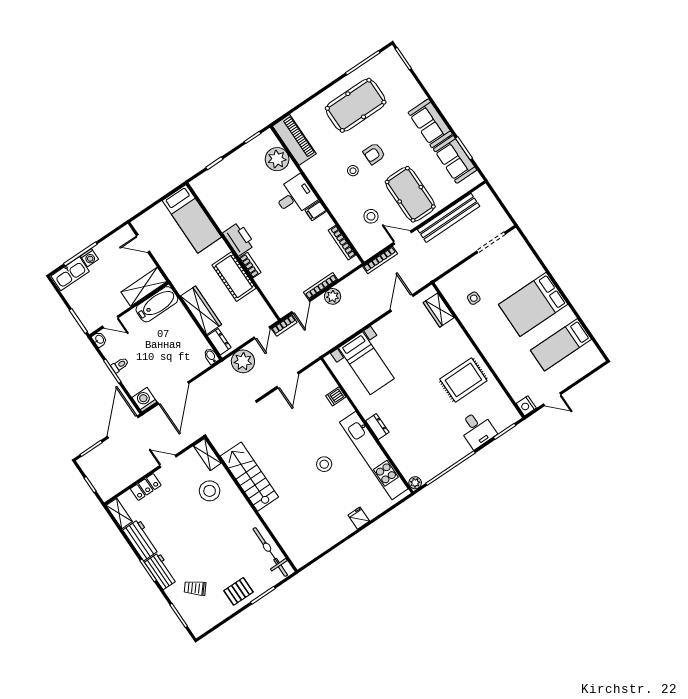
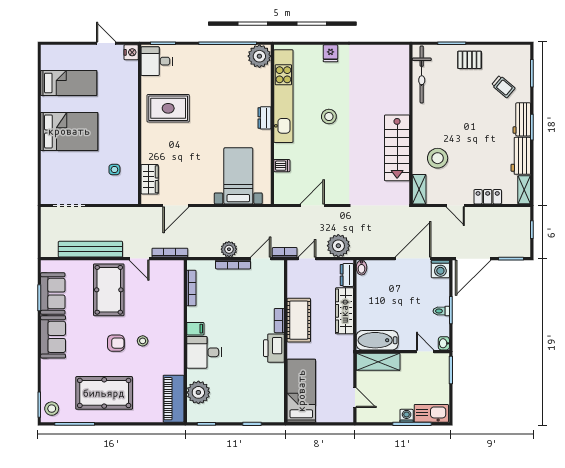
stool: (371, 216) -> (52, 409), moved
desk: (477, 429) -> (157, 61), moved, turned -90
plant: (415, 483) -> (259, 56), width x1.88, depth x1.88

